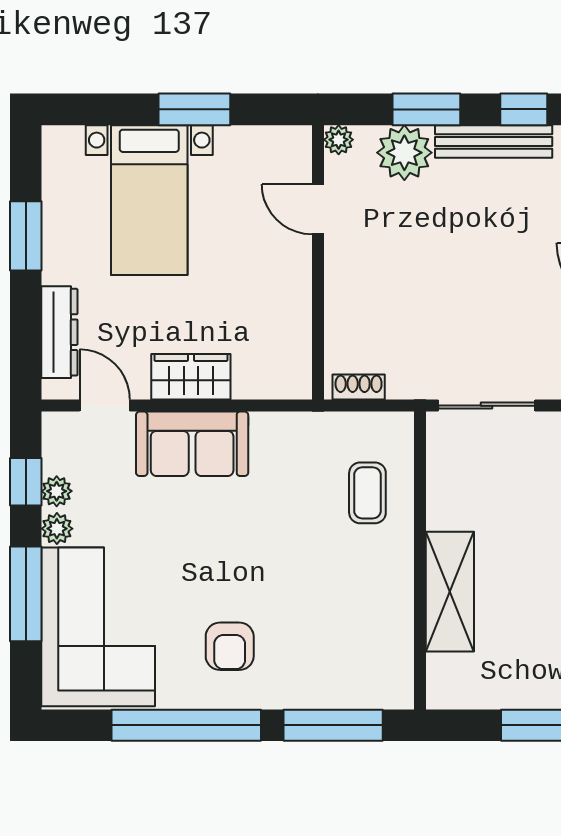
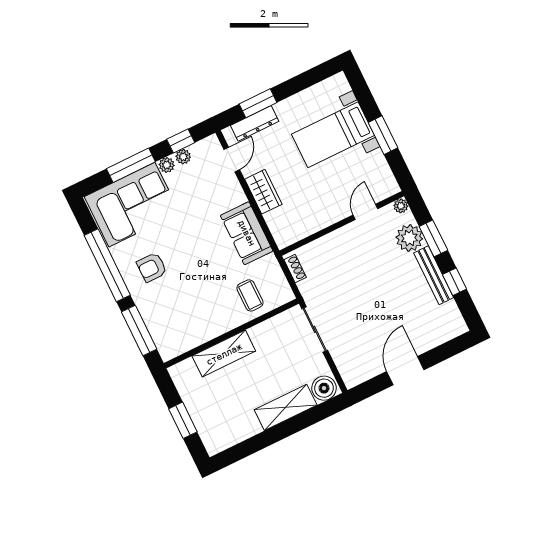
window: (26, 236) -> (258, 103), moved
sofa: (192, 444) -> (247, 233), moved
coffee table: (367, 493) -> (250, 295), turned 90

